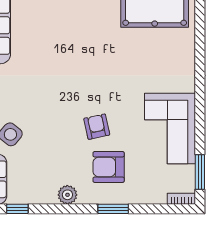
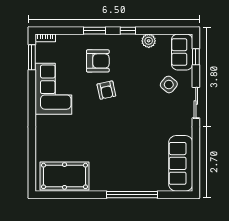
plant: (67, 195) -> (149, 41), moved
window: (17, 209) -> (128, 31), moved

